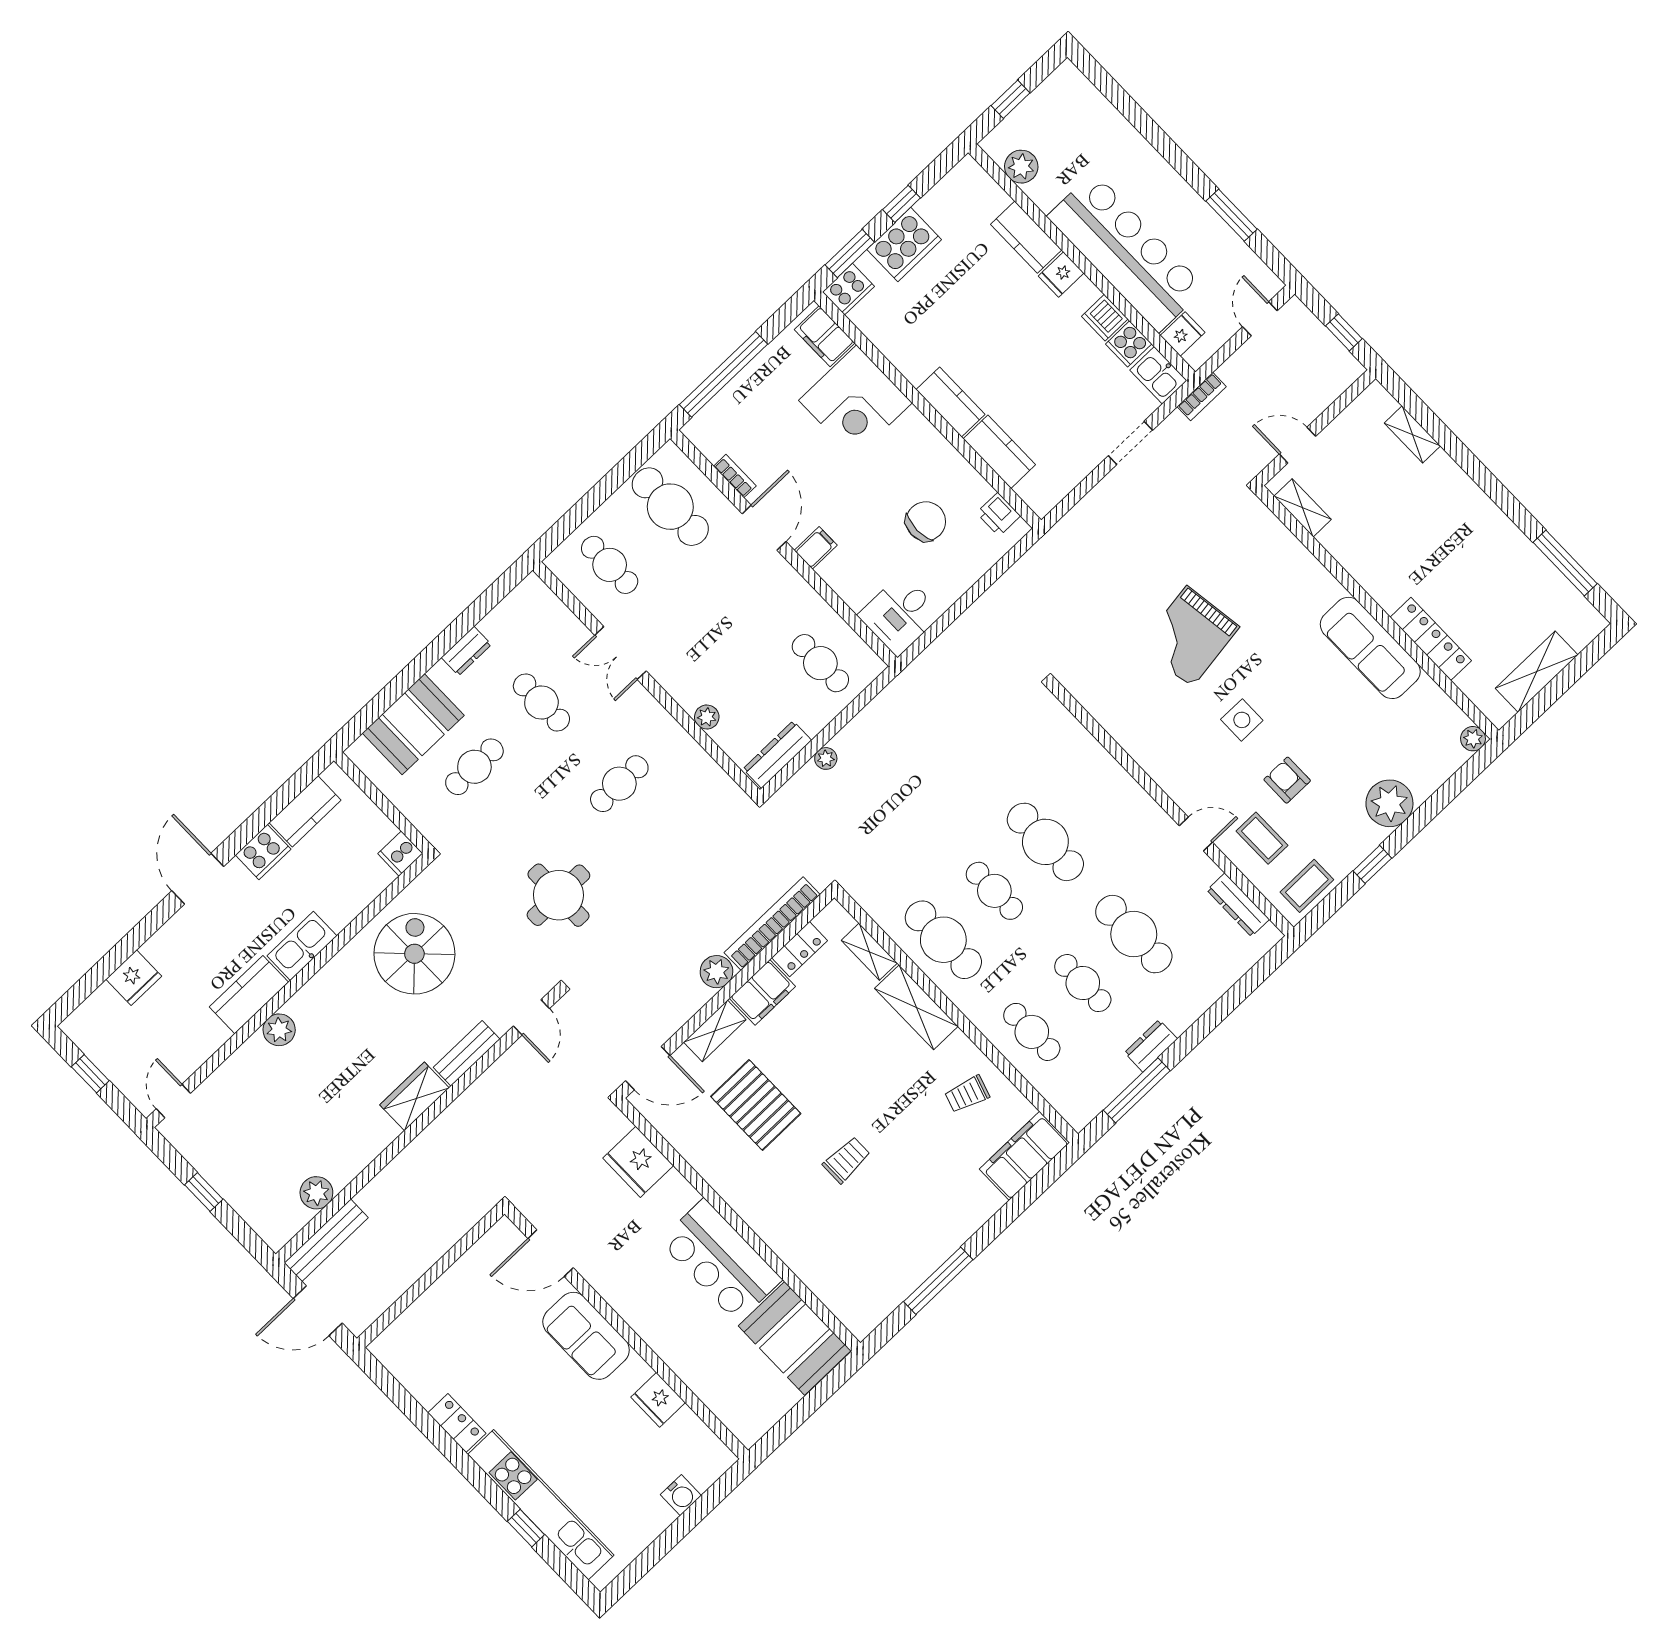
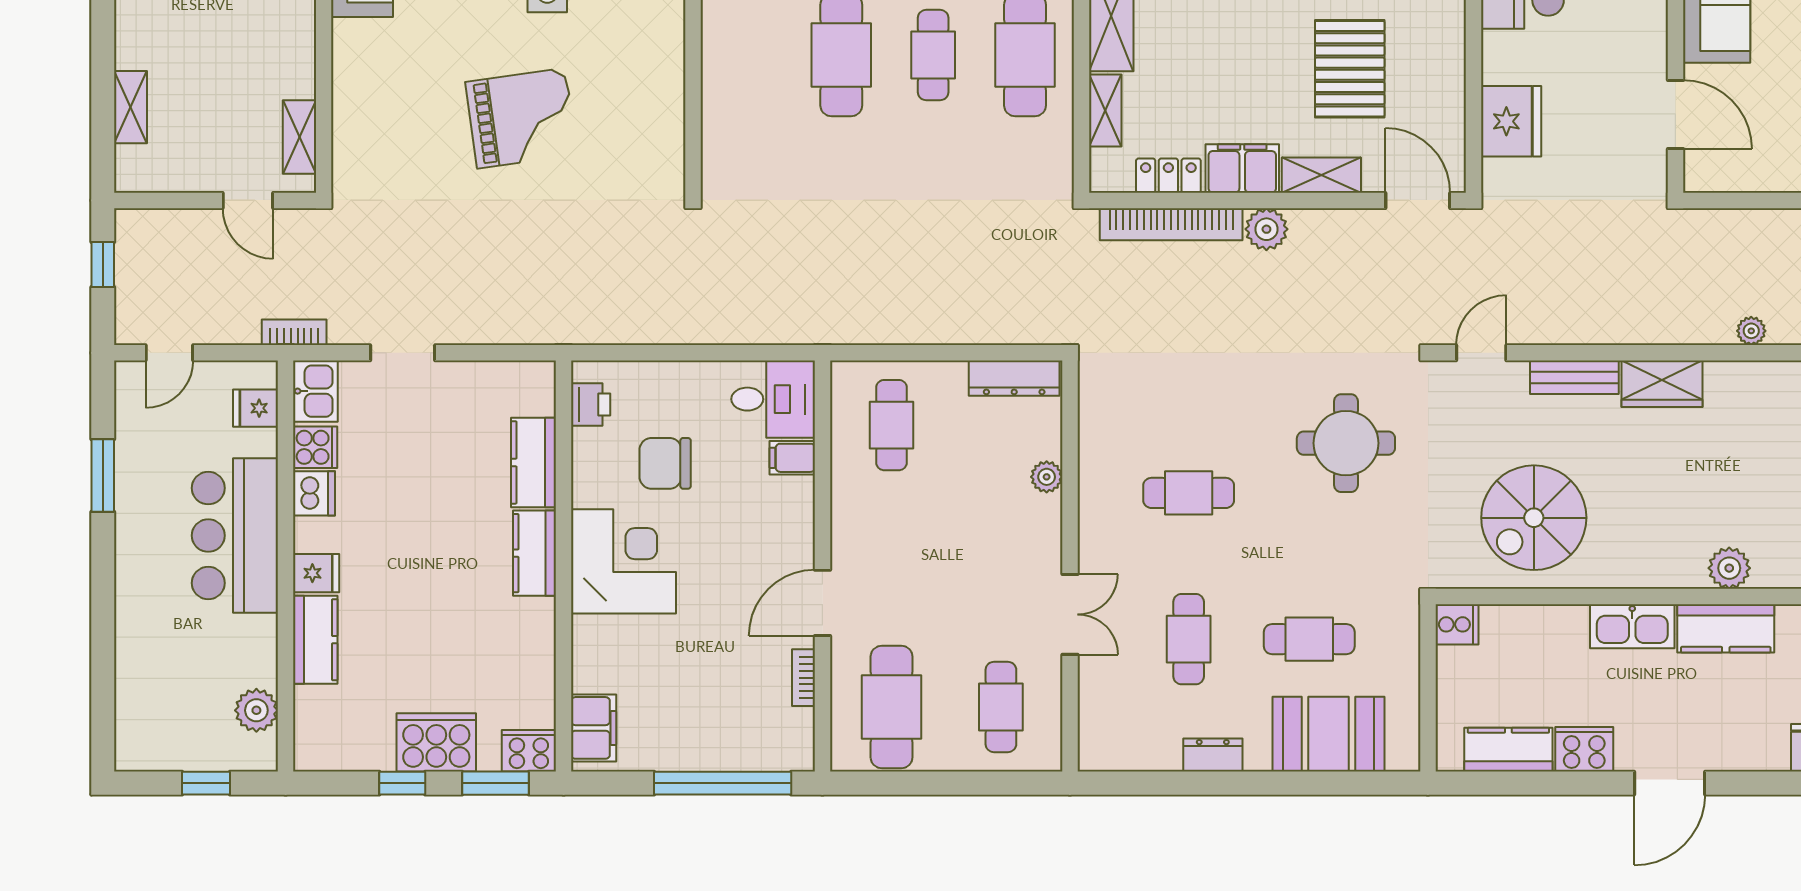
bar counter: (1126, 252) -> (235, 536), width x0.73
corner desk: (855, 402) -> (623, 561), moved
filing cabinet: (816, 548) -> (792, 458), moved
plant: (826, 758) -> (1751, 331), moved

